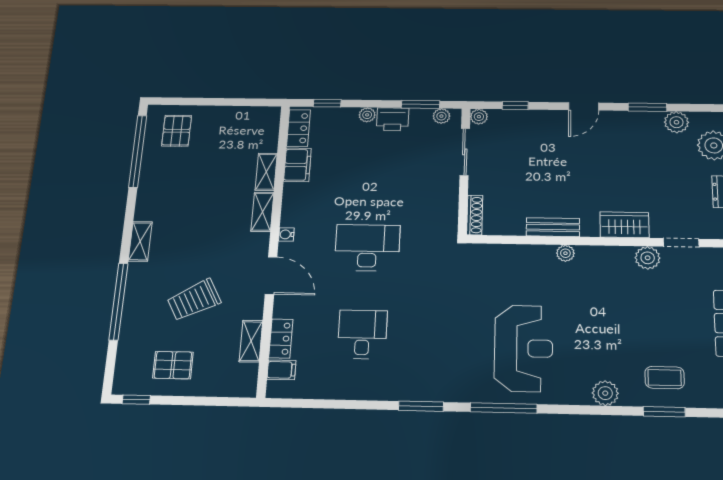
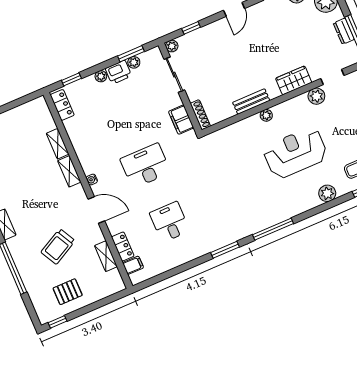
plant: (441, 116) -> (134, 62), moved
filing cabinet: (297, 165) -> (181, 120), moved, turned 180
reception desk: (524, 348) -> (295, 153), moved, turned -90

